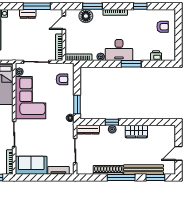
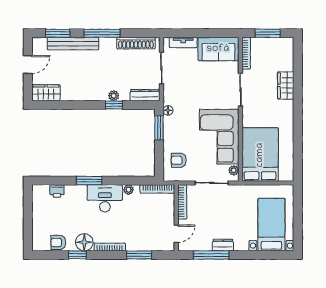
floor lamp: (86, 16) -> (84, 242), moved
armchair: (163, 27) -> (58, 242), moved
wardrobe: (136, 132) -> (46, 93), moved
shoe rack: (108, 170) -> (136, 43), moved

